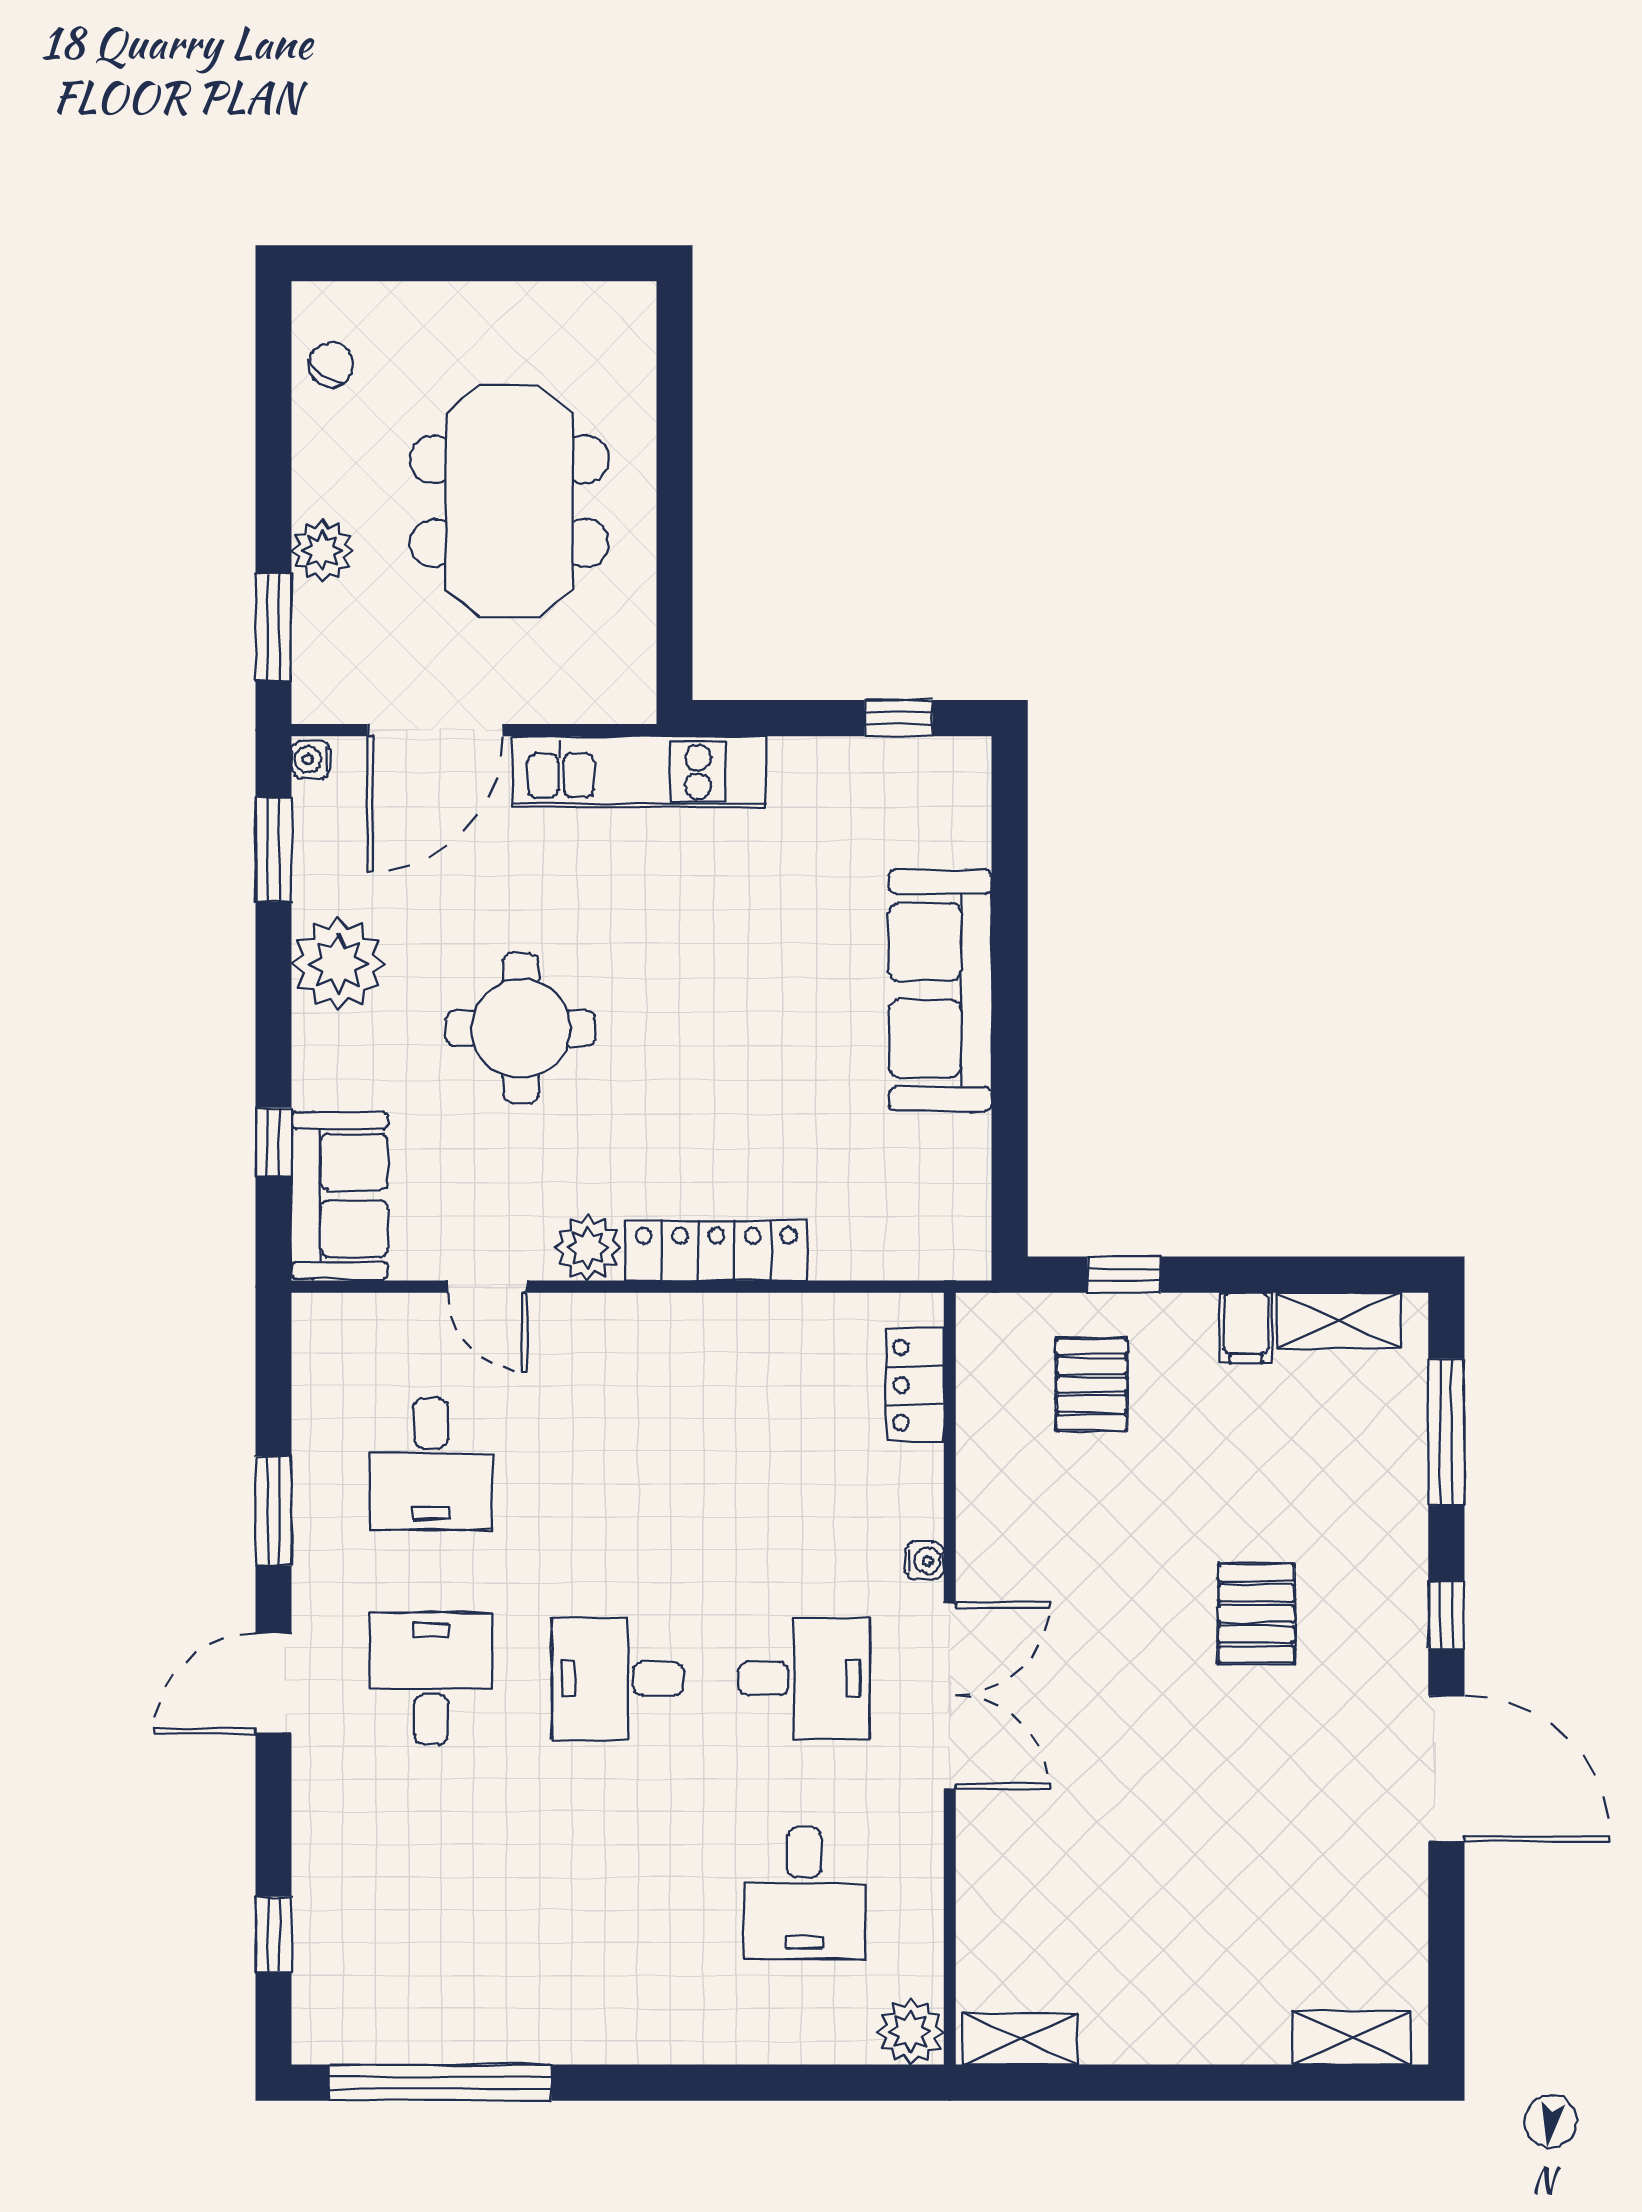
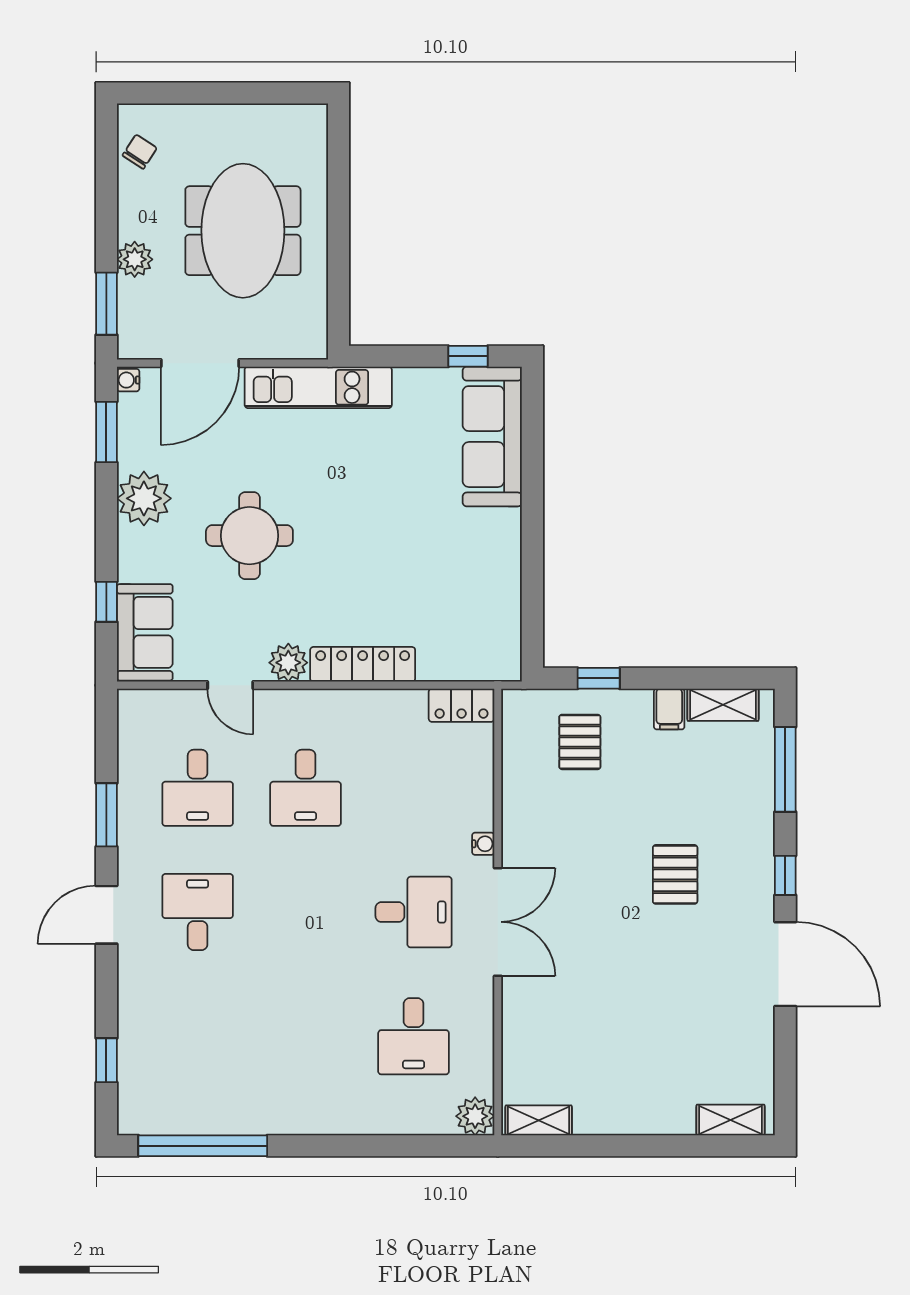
sofa: (940, 990) -> (492, 437), moved
locker: (915, 1385) -> (462, 705), moved, turned -90
desk: (618, 1679) -> (306, 788), moved, turned -90

